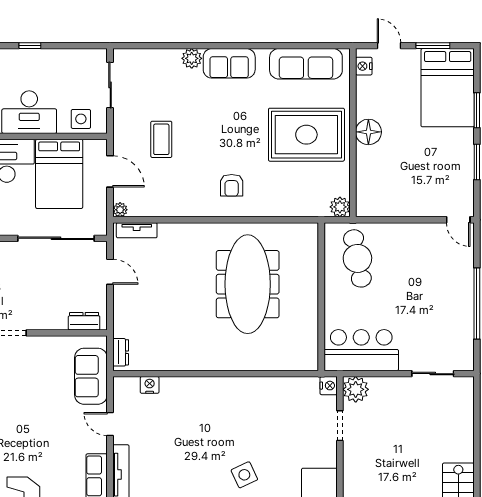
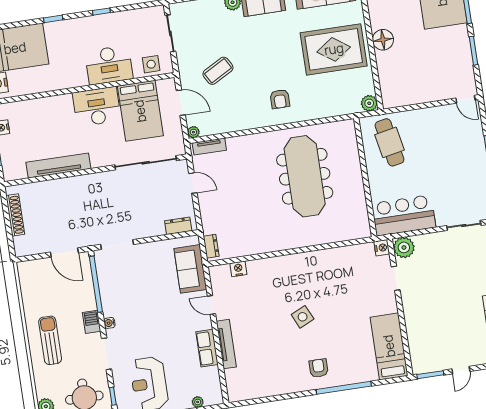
coffee table: (161, 139) -> (218, 71), turned 61
side table: (244, 475) -> (303, 317), moved

